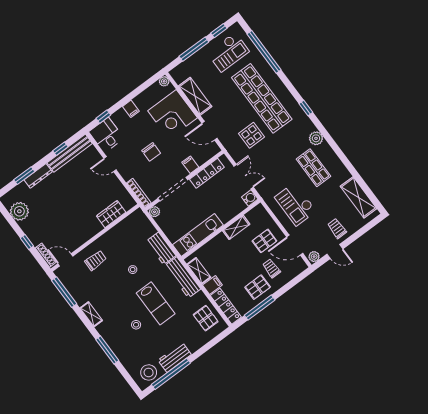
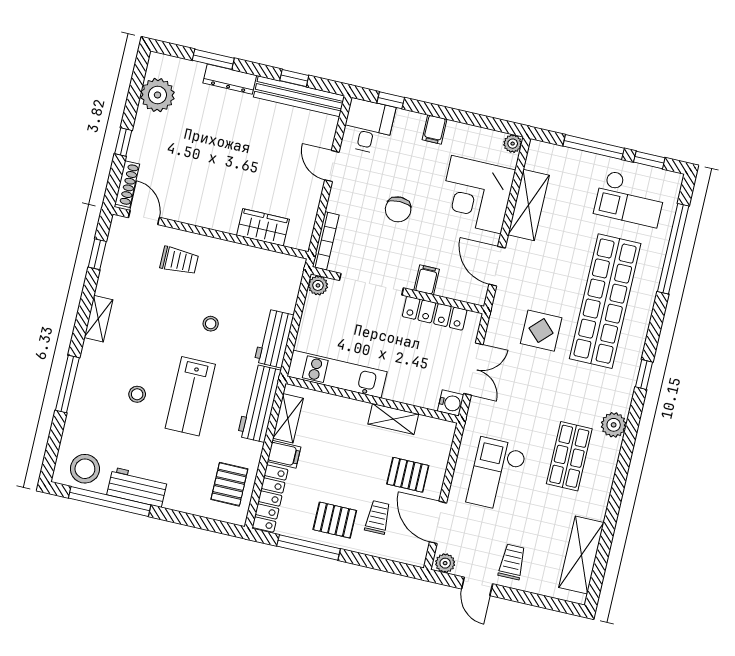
window: (64, 292) -> (97, 254), width x0.46

